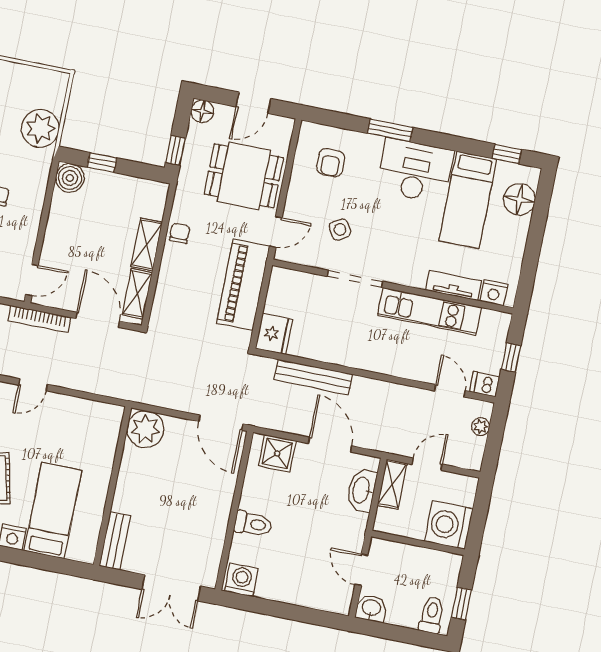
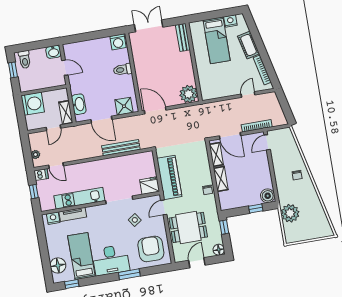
armchair: (331, 163) -> (151, 249), width x1.88, depth x1.88
fridge: (274, 334) -> (150, 186), moved, turned 90

